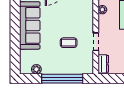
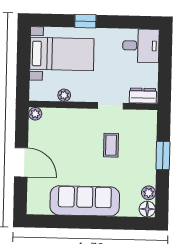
floor lamp: (25, 69) -> (147, 209), added
window: (62, 79) -> (163, 156), width x0.47

